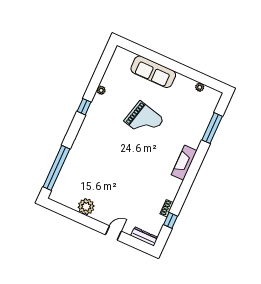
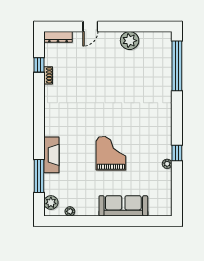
plant: (212, 102) -> (51, 203), added
window: (84, 107) -> (177, 153), moved
grand piano: (144, 120) -> (111, 153), turned 76
fireplace: (184, 163) -> (51, 155), moved

